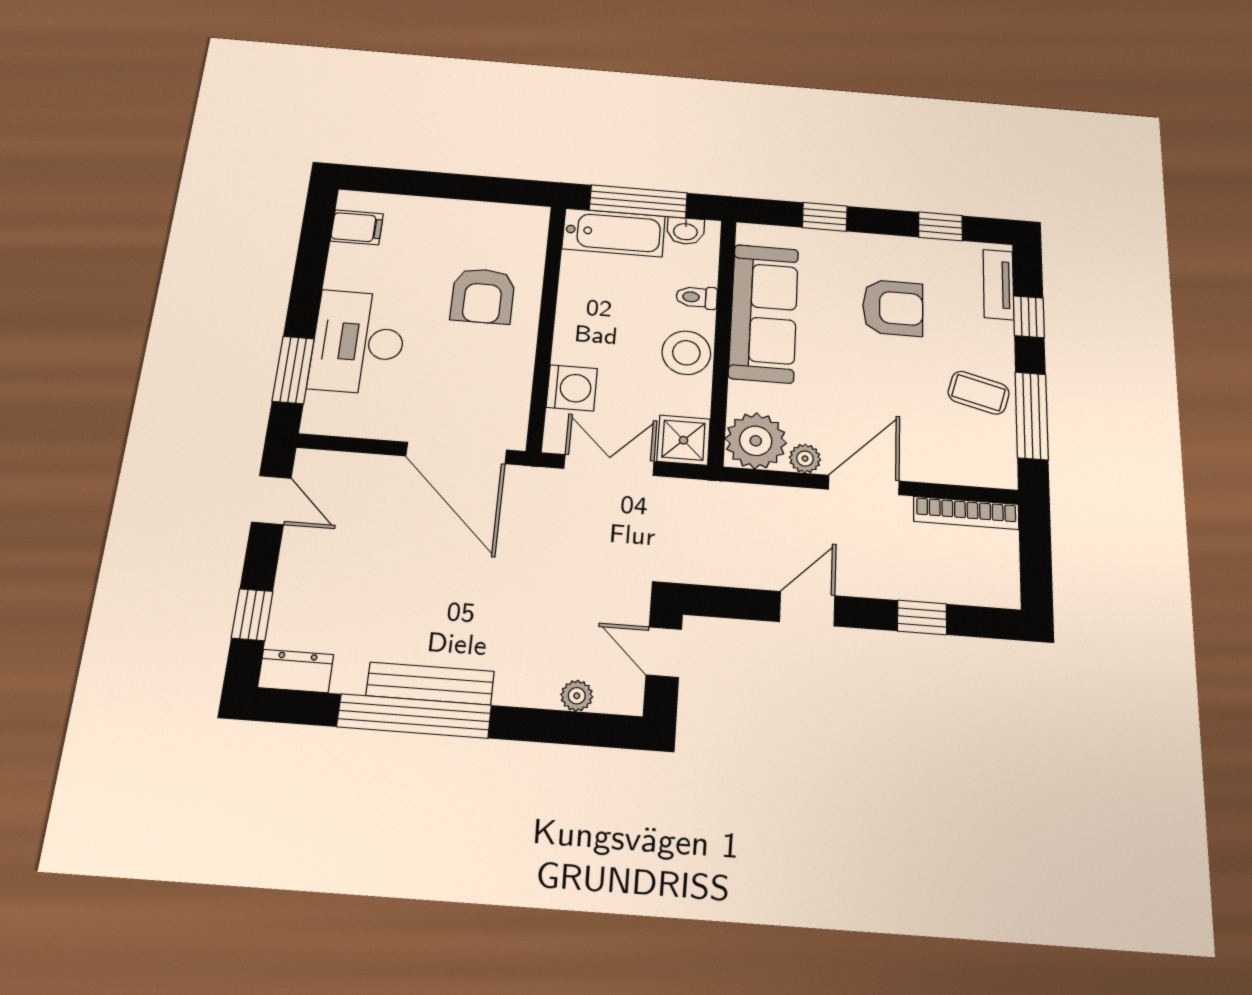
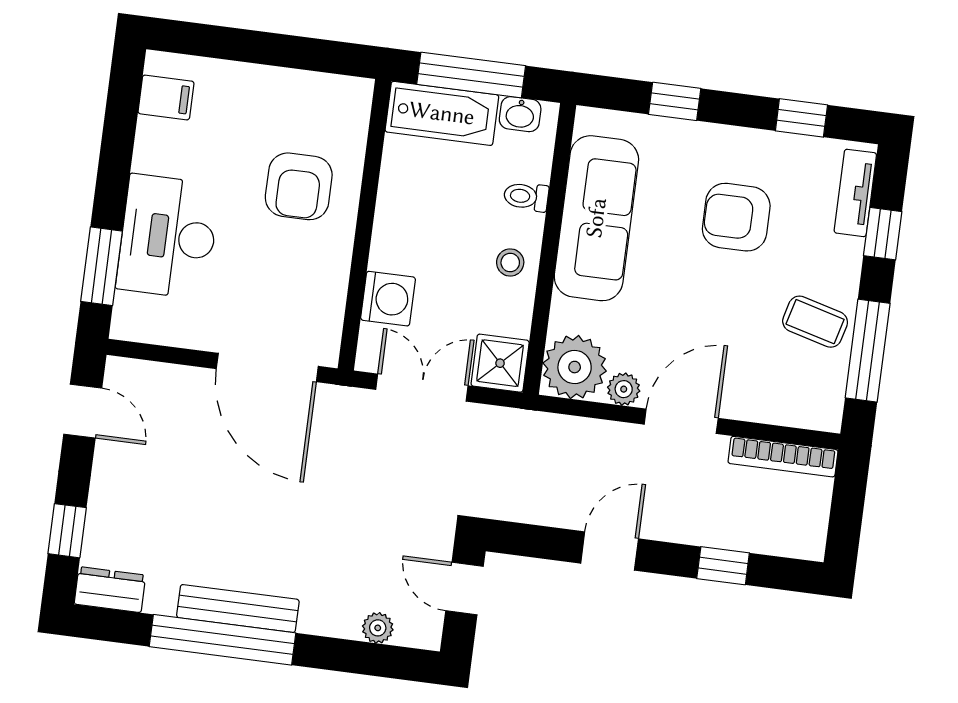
armchair: (893, 308) -> (736, 217), turned 180
stool: (686, 353) -> (510, 263), width x0.53, depth x0.53

